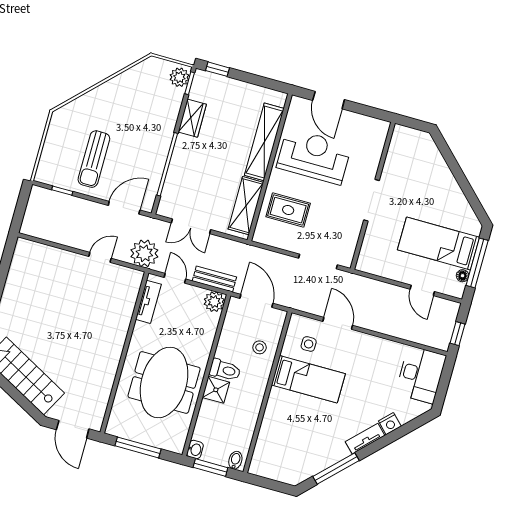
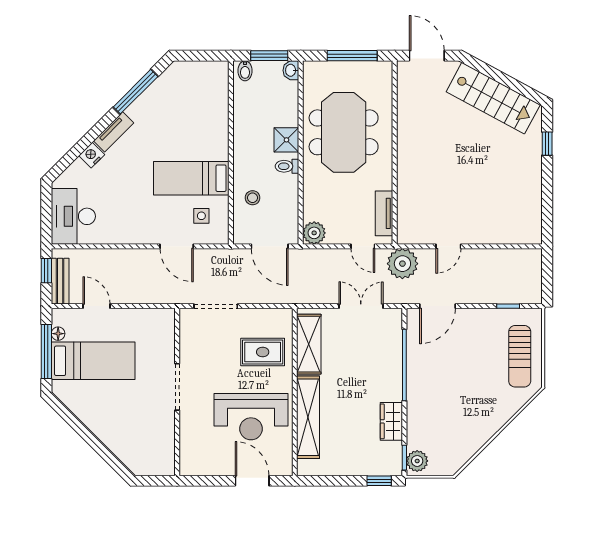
sun lounger: (94, 159) -> (520, 356), moved, turned 180
bench: (214, 279) -> (60, 281), moved, turned 90
toilet: (225, 370) -> (287, 166), width x0.73, depth x0.72

